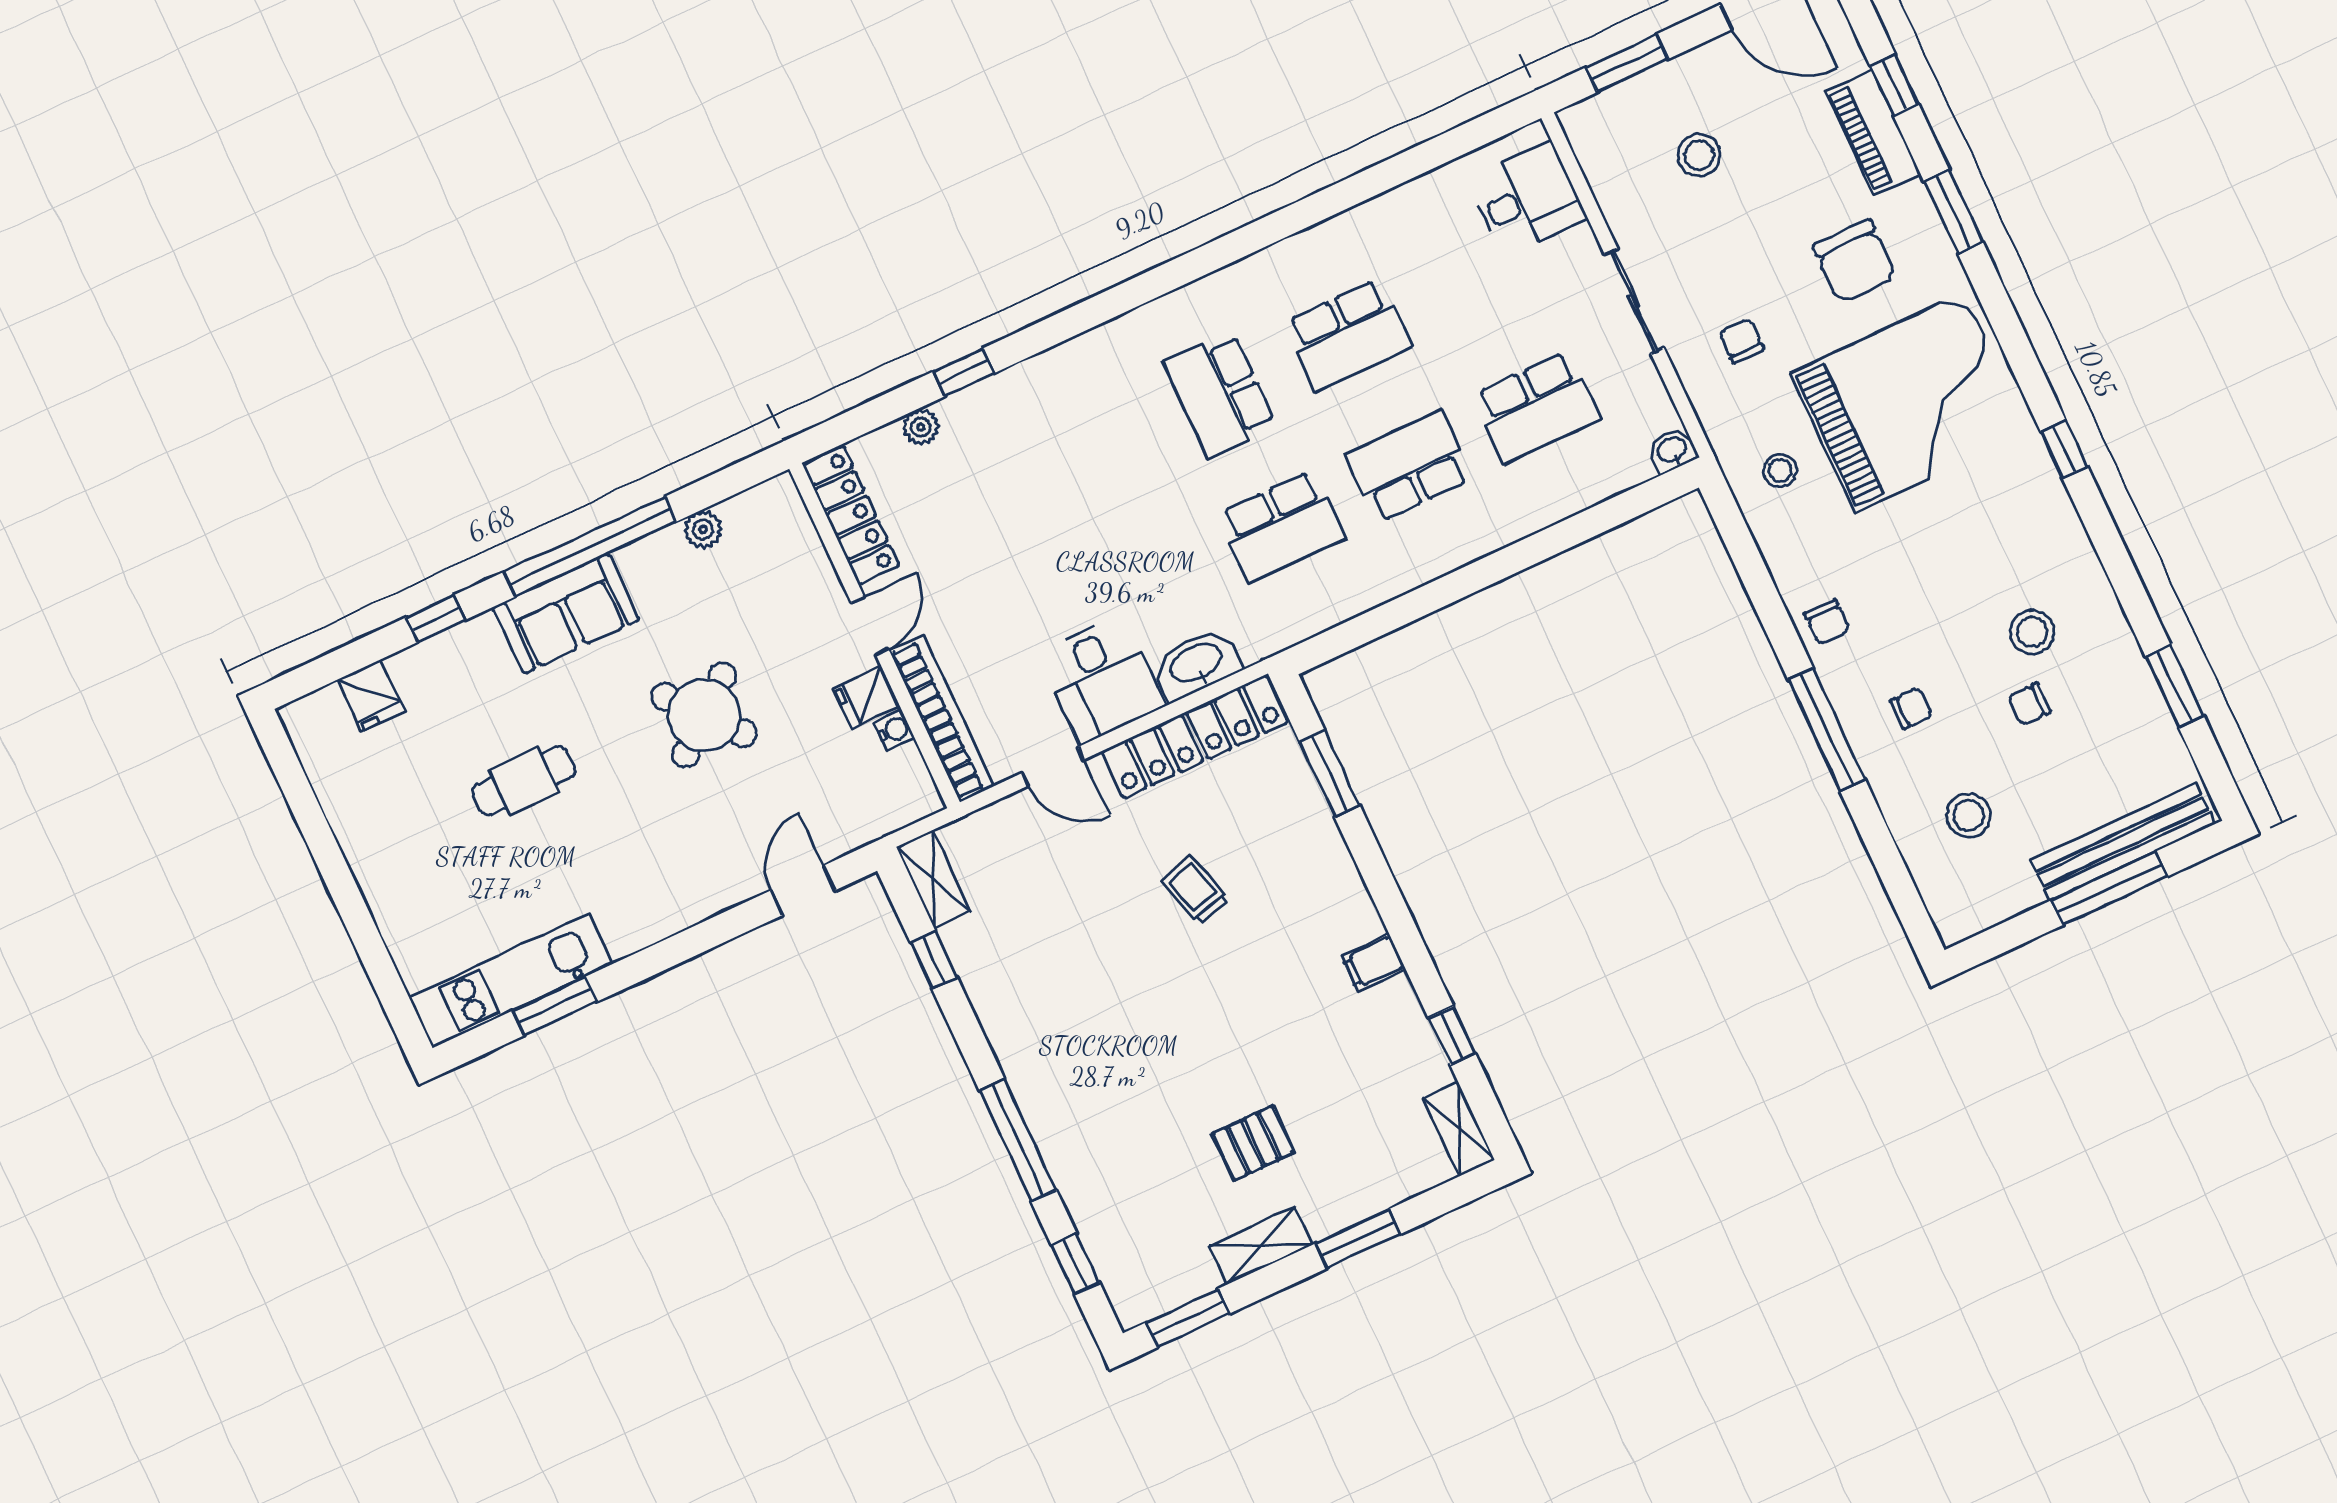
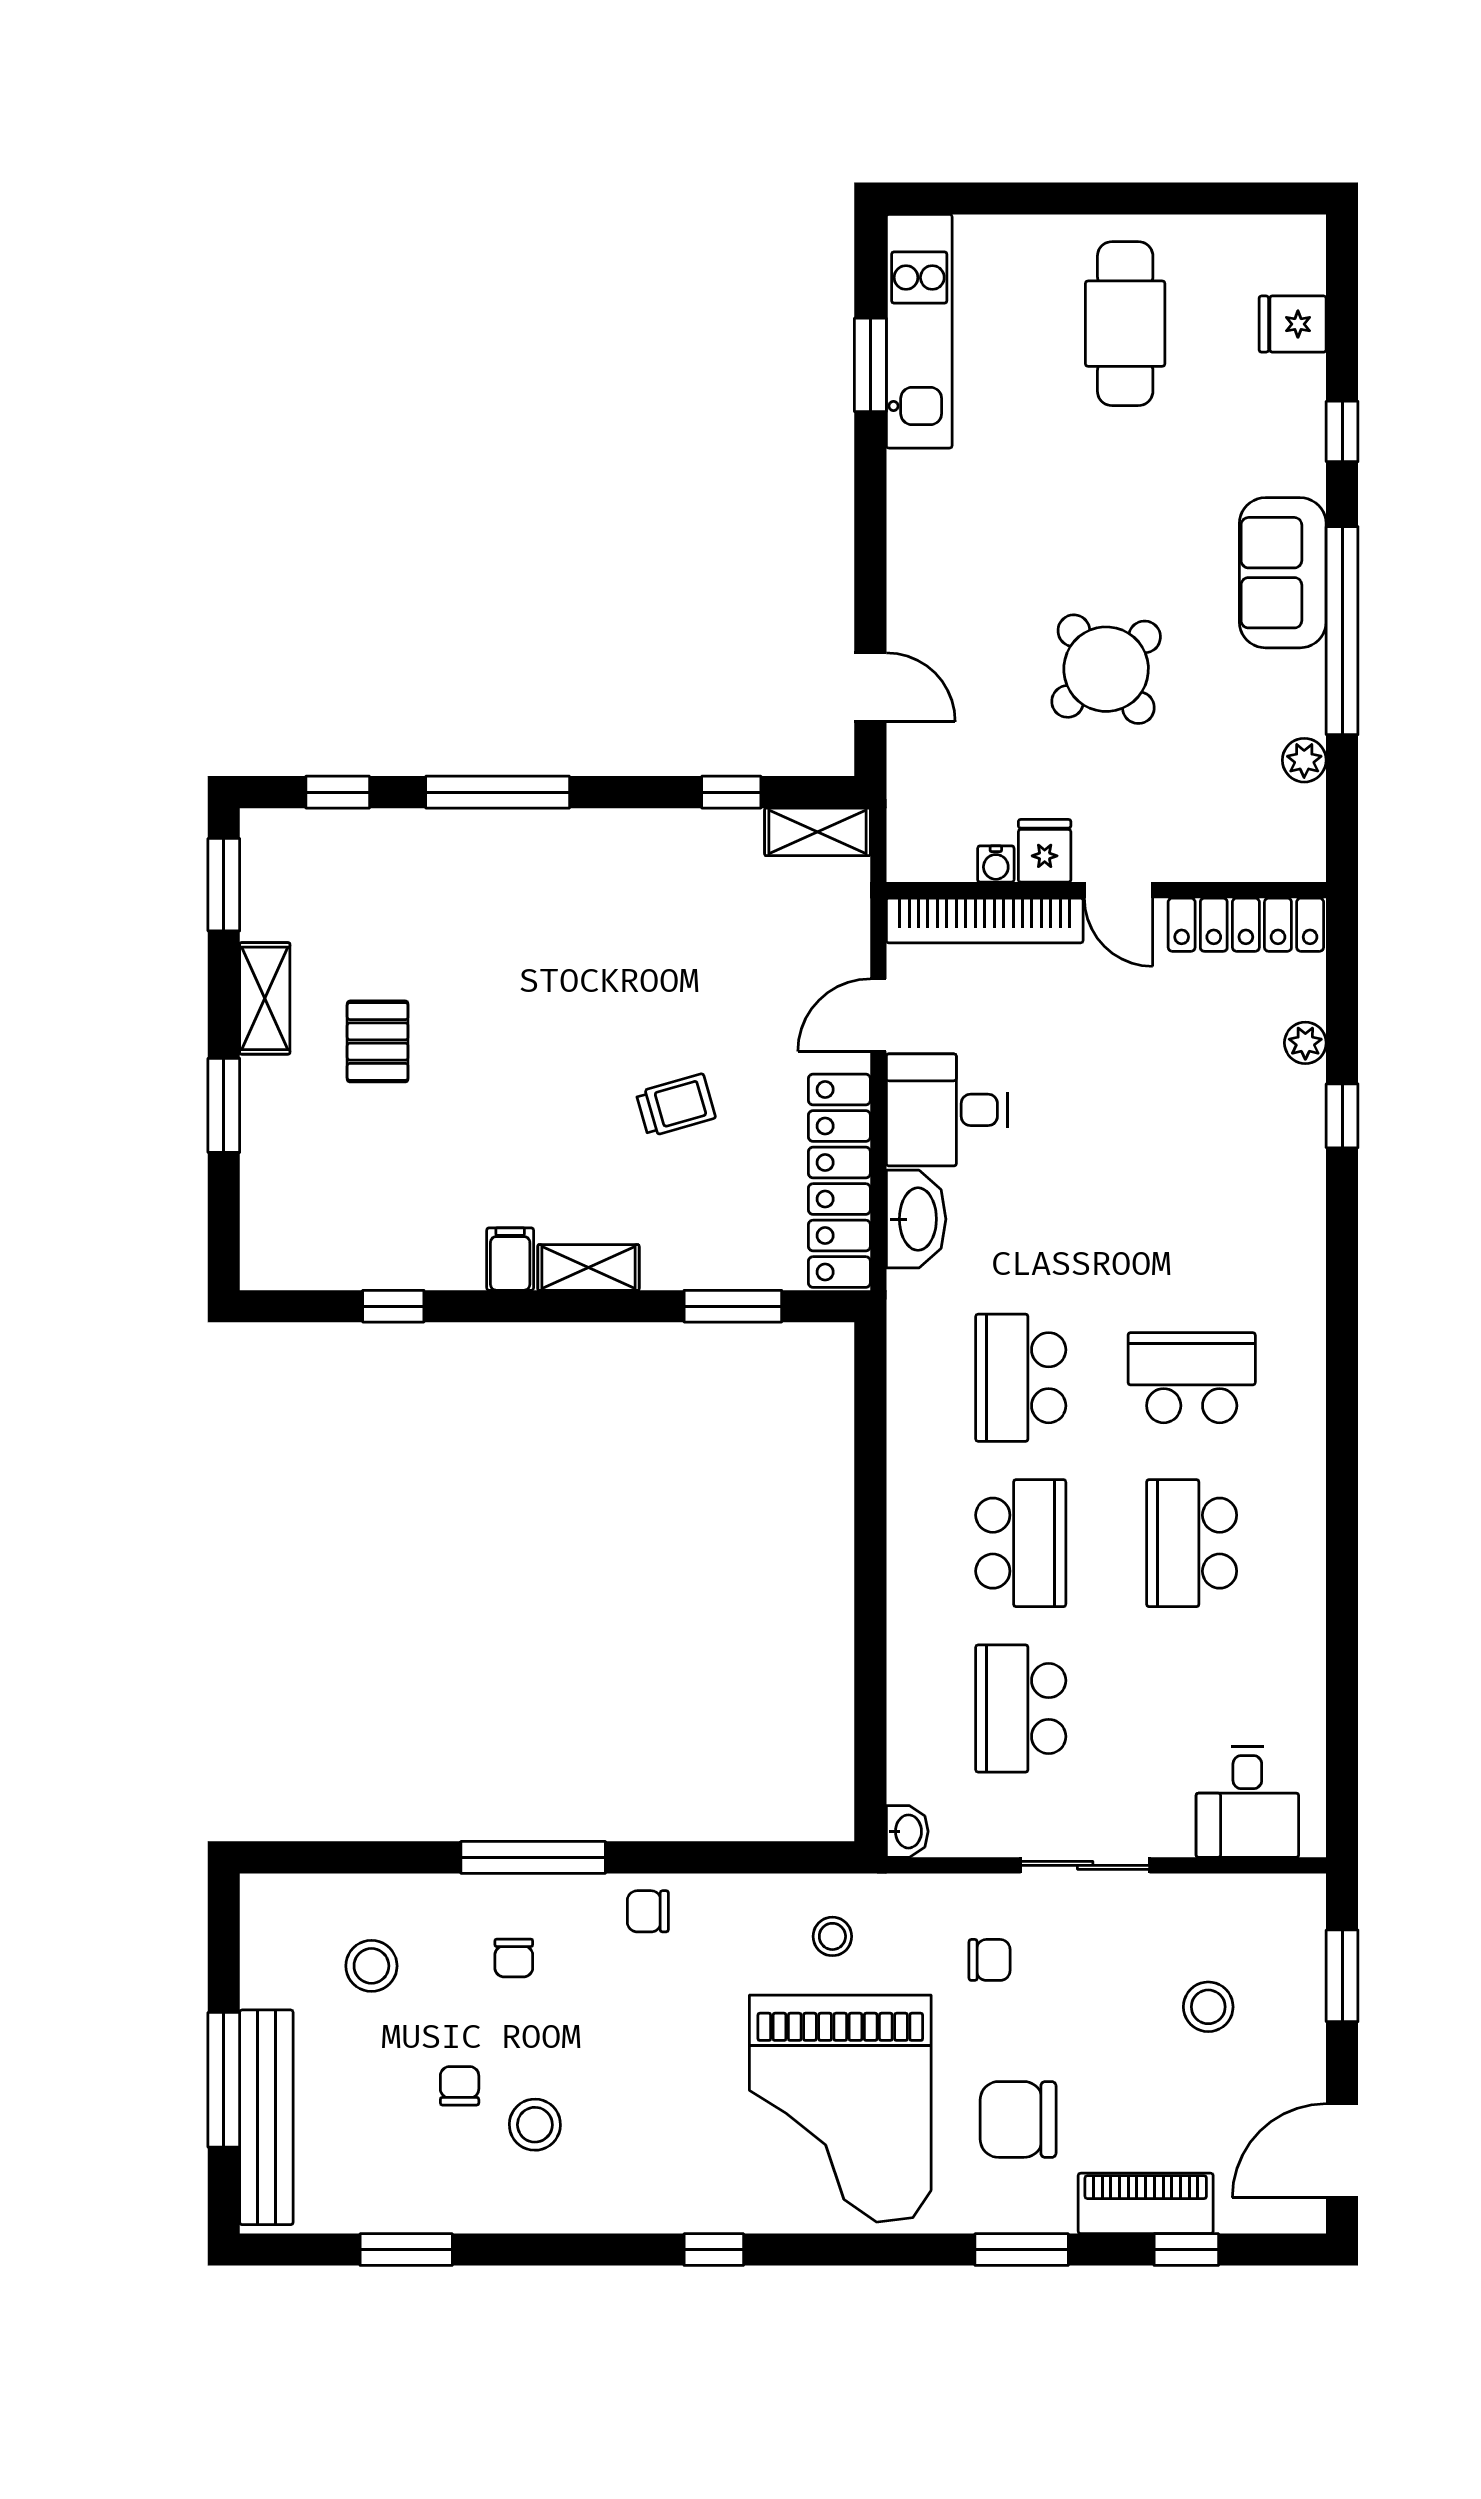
cafe table: (524, 781) -> (1125, 324), moved, width x1.37, depth x1.35
shelving: (1459, 1129) -> (588, 1267), moved

